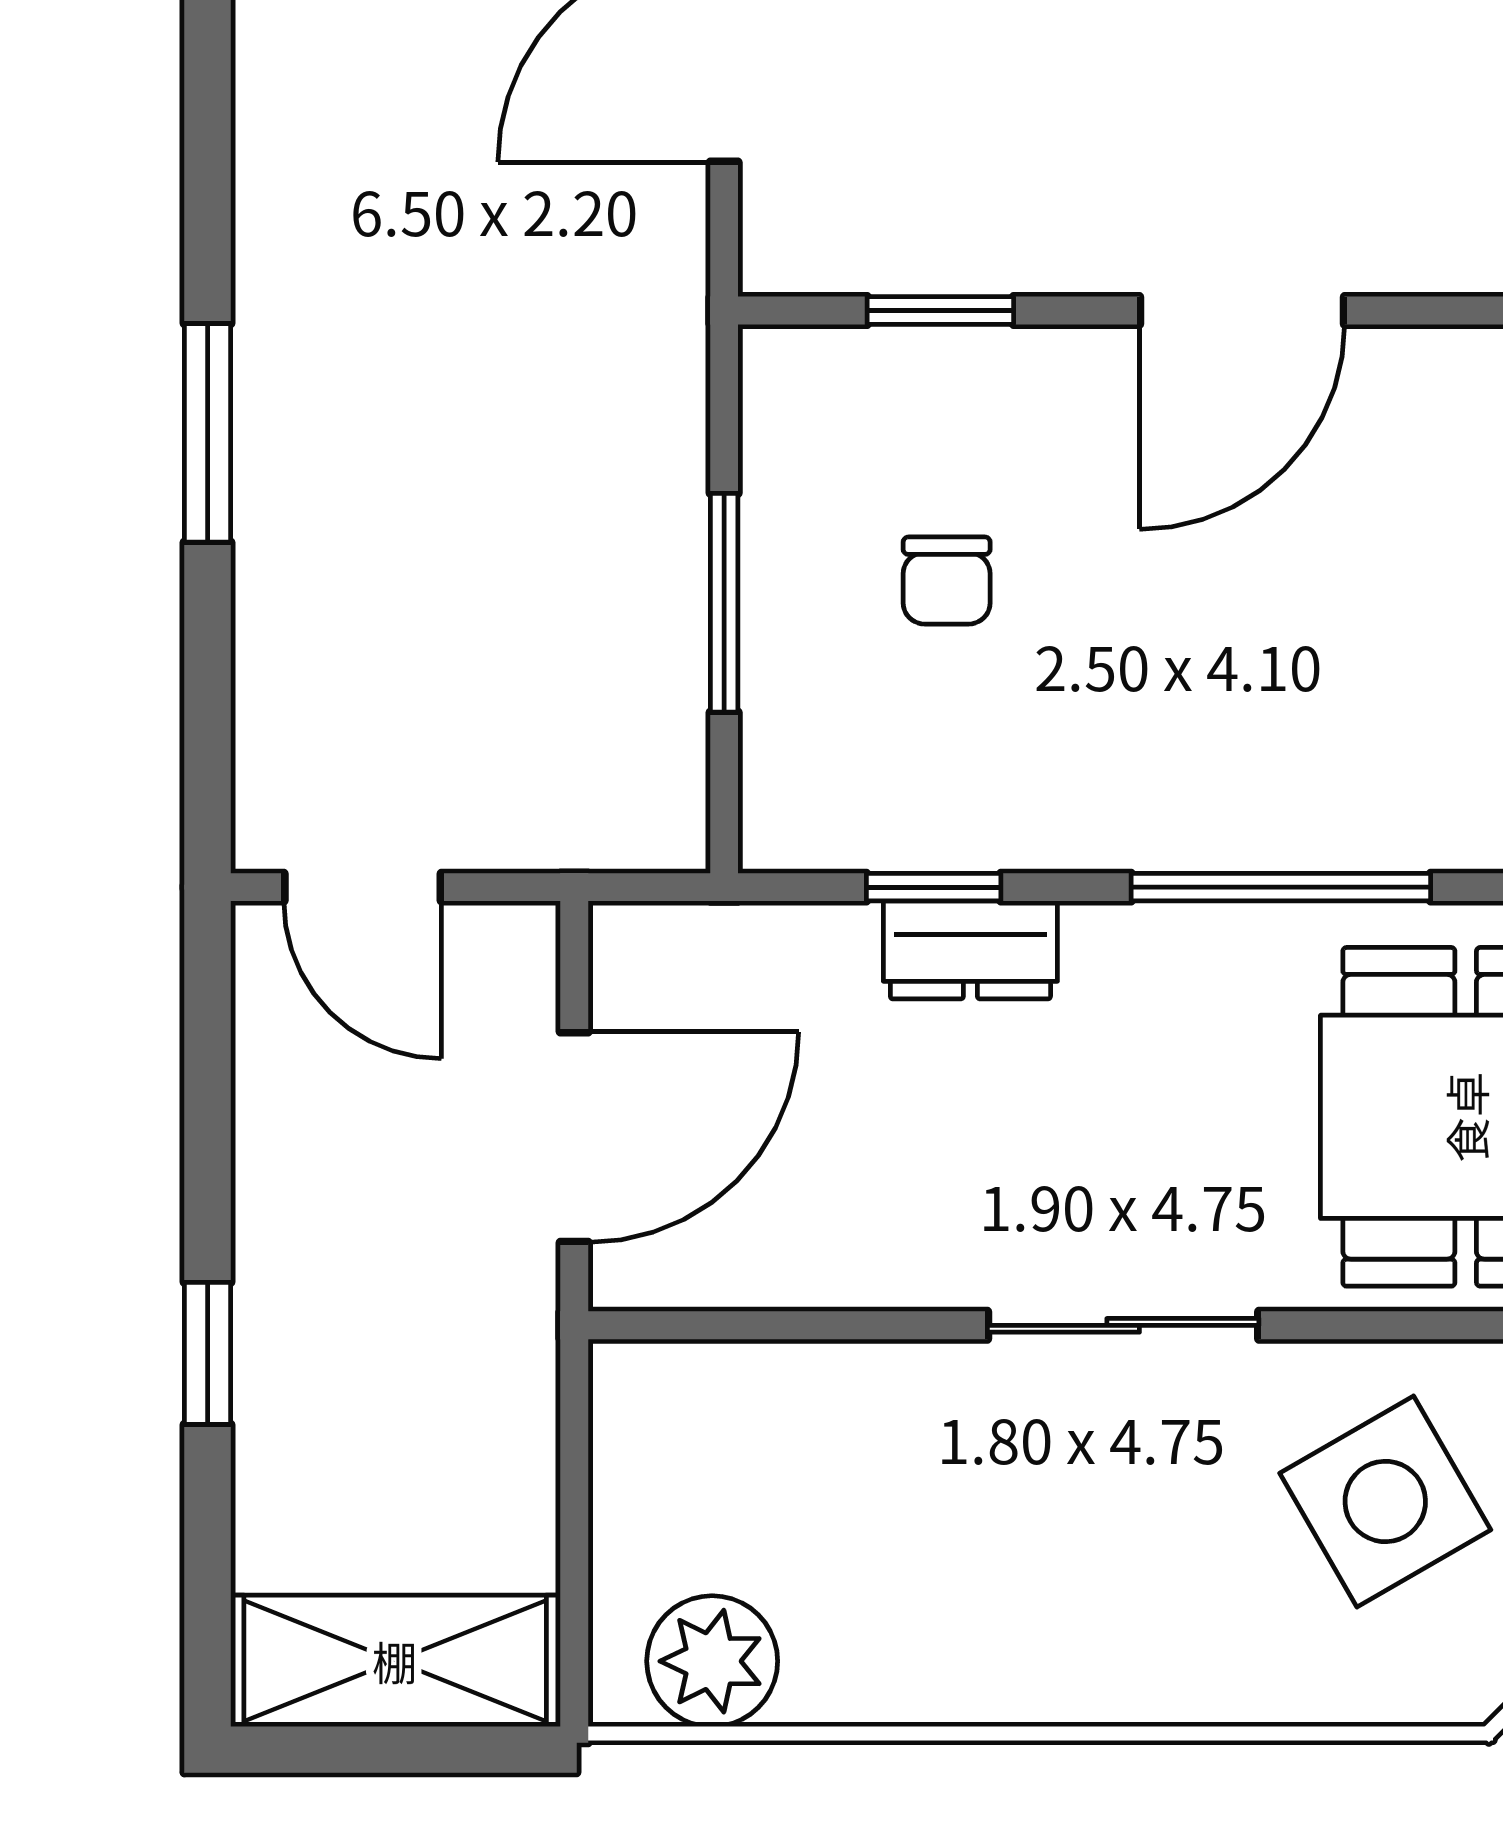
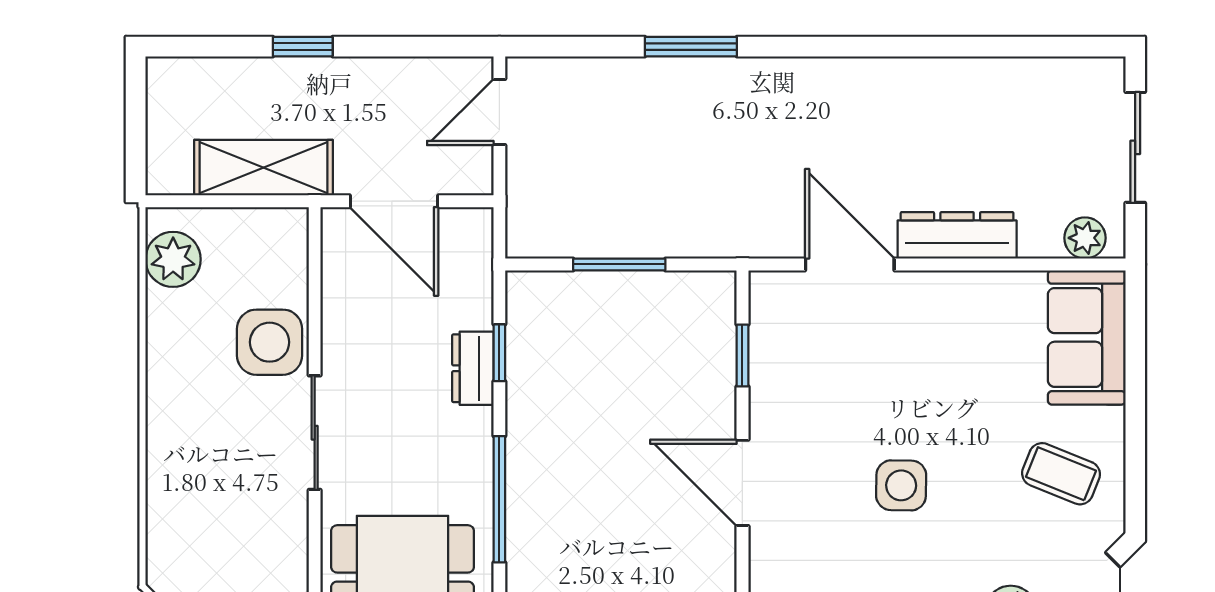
chair: (947, 580) -> (629, 358), removed
side table: (1385, 1501) -> (270, 342), moved, turned 30
shelving: (395, 1661) -> (263, 168), moved, turned 90

